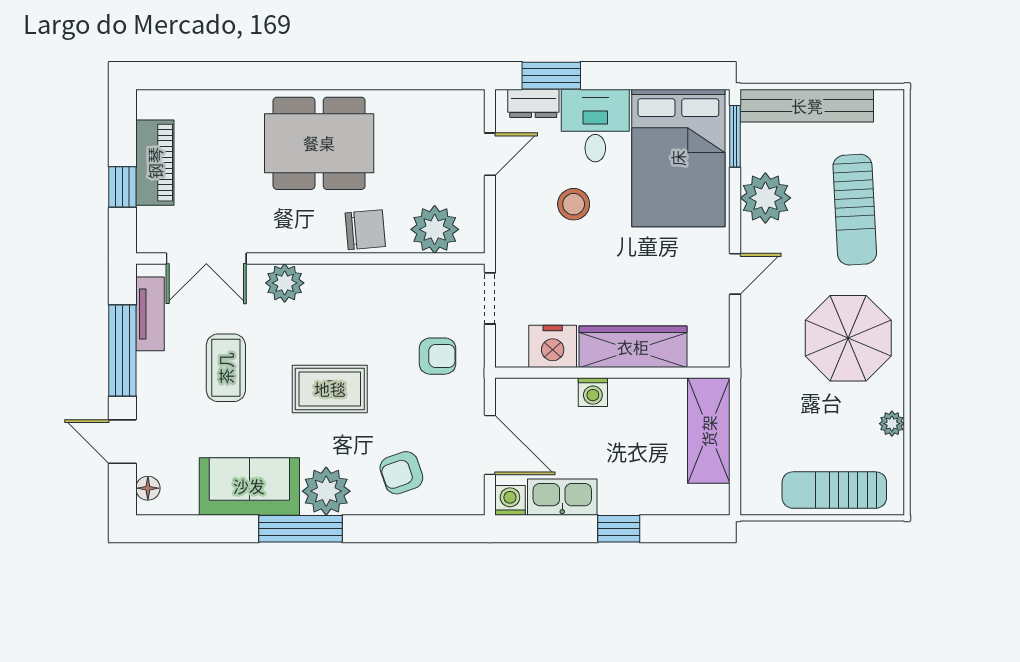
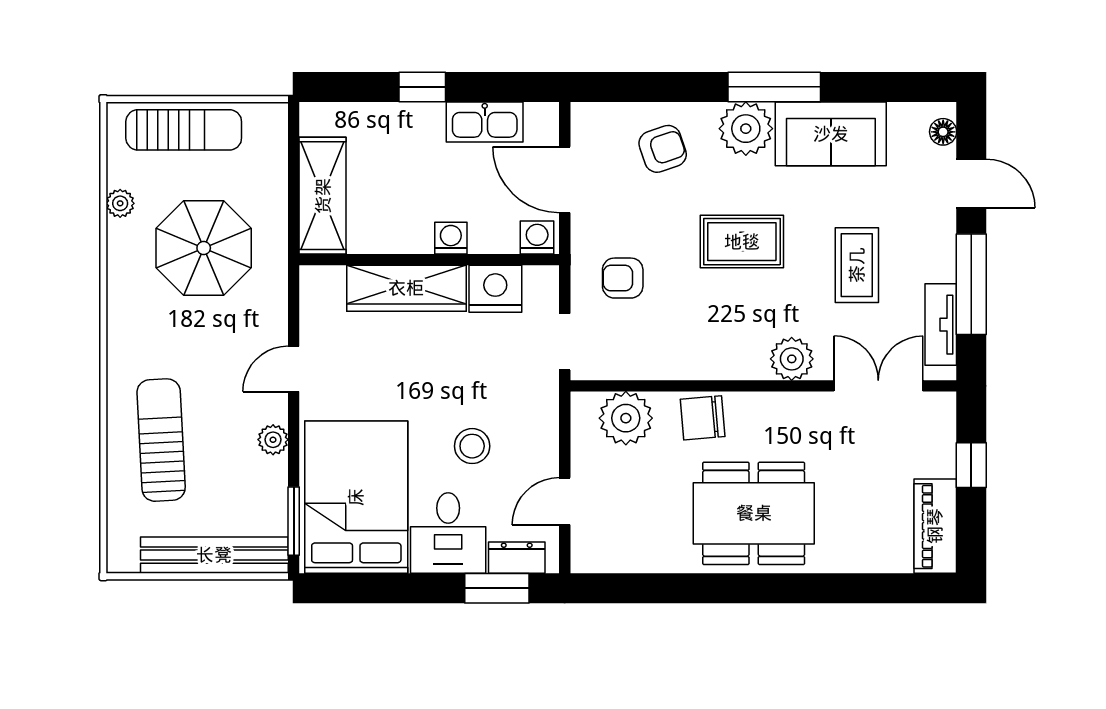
piano: (155, 163) -> (935, 526), moved
plant: (765, 198) -> (273, 440), width x0.53, depth x0.53
parasol: (848, 338) -> (204, 248), moved
washing machine: (510, 500) -> (537, 237), moved, turned 180

